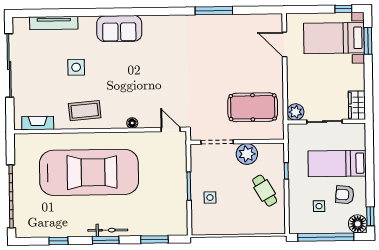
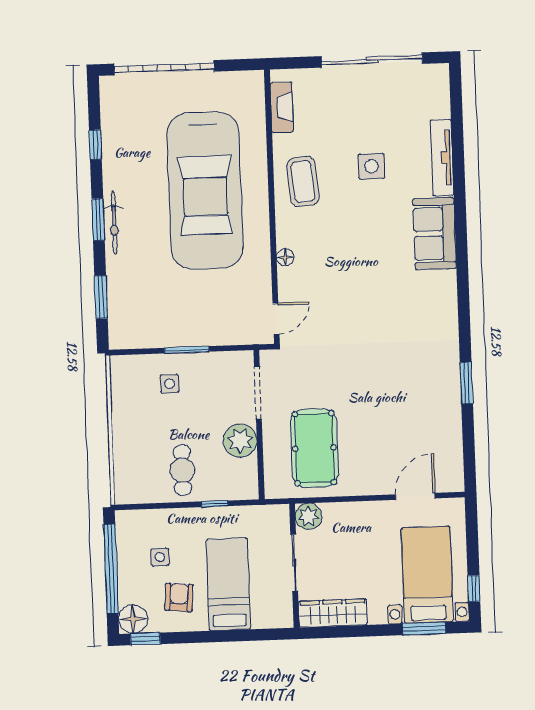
window: (214, 11) -> (466, 383), width x0.69
tv unit: (54, 23) -> (442, 158), moved
wardrobe: (357, 105) -> (333, 613), width x1.50
cafe table: (265, 191) -> (183, 470), turned -60

